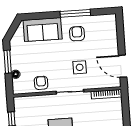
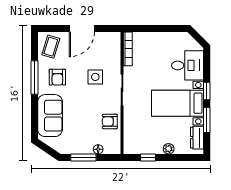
coffee table: (104, 26) -> (51, 47), added
armchair: (77, 34) -> (57, 77), turned -90
door: (123, 66) -> (82, 28), moved

